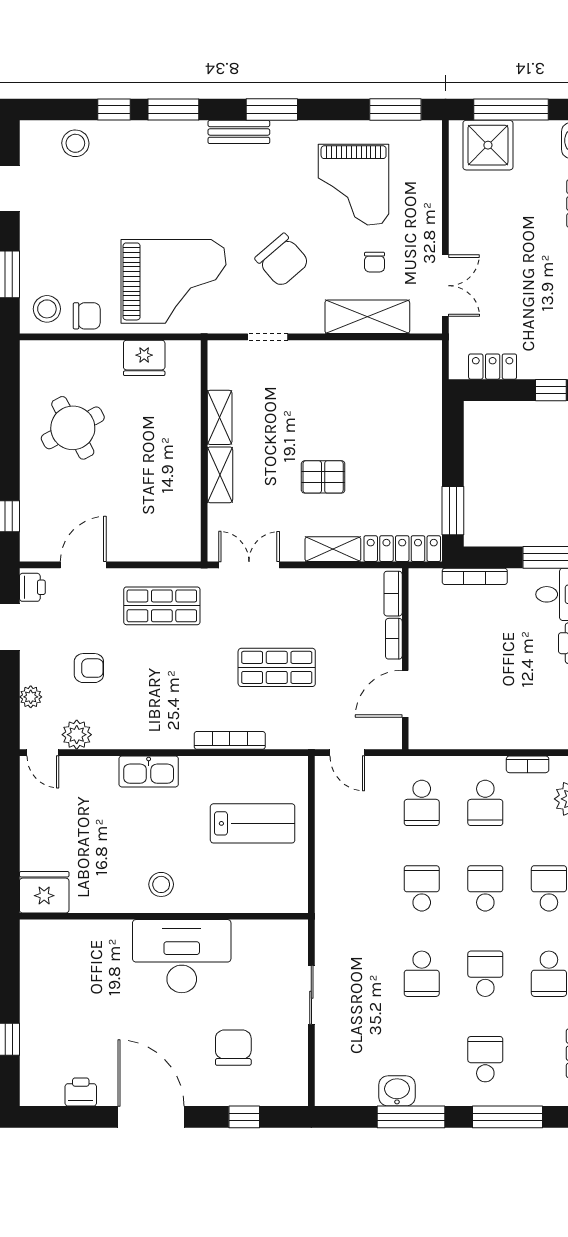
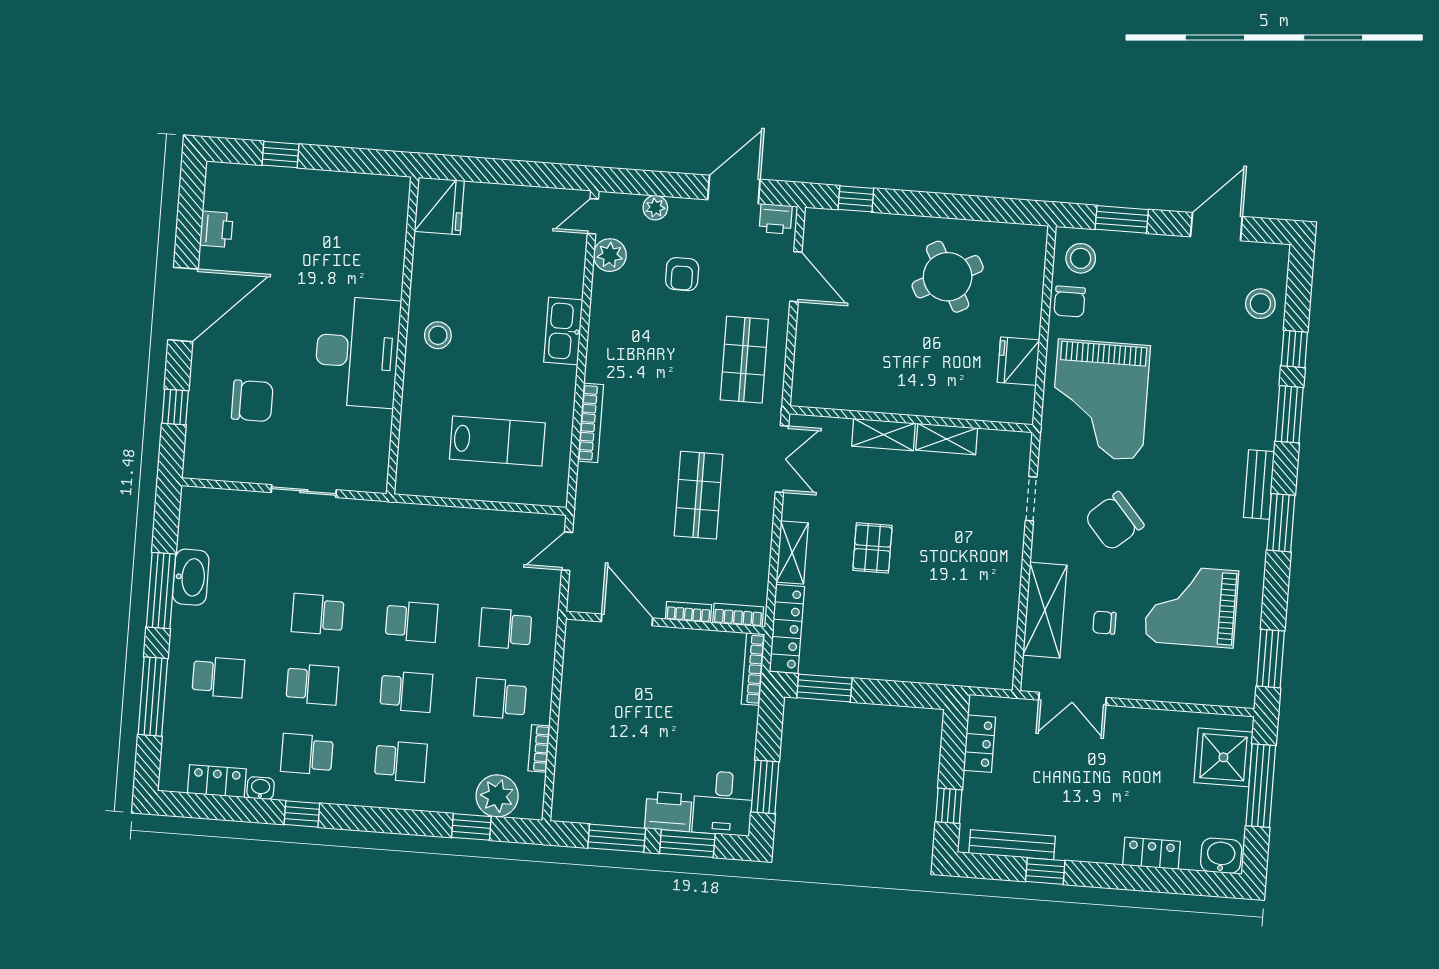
bookcase: (475, 576) -> (753, 669), moved
shop shelf: (277, 667) -> (699, 495), moved
lab bench: (253, 823) -> (497, 441), turned -90
washbasin: (397, 1091) -> (191, 577), width x1.38

